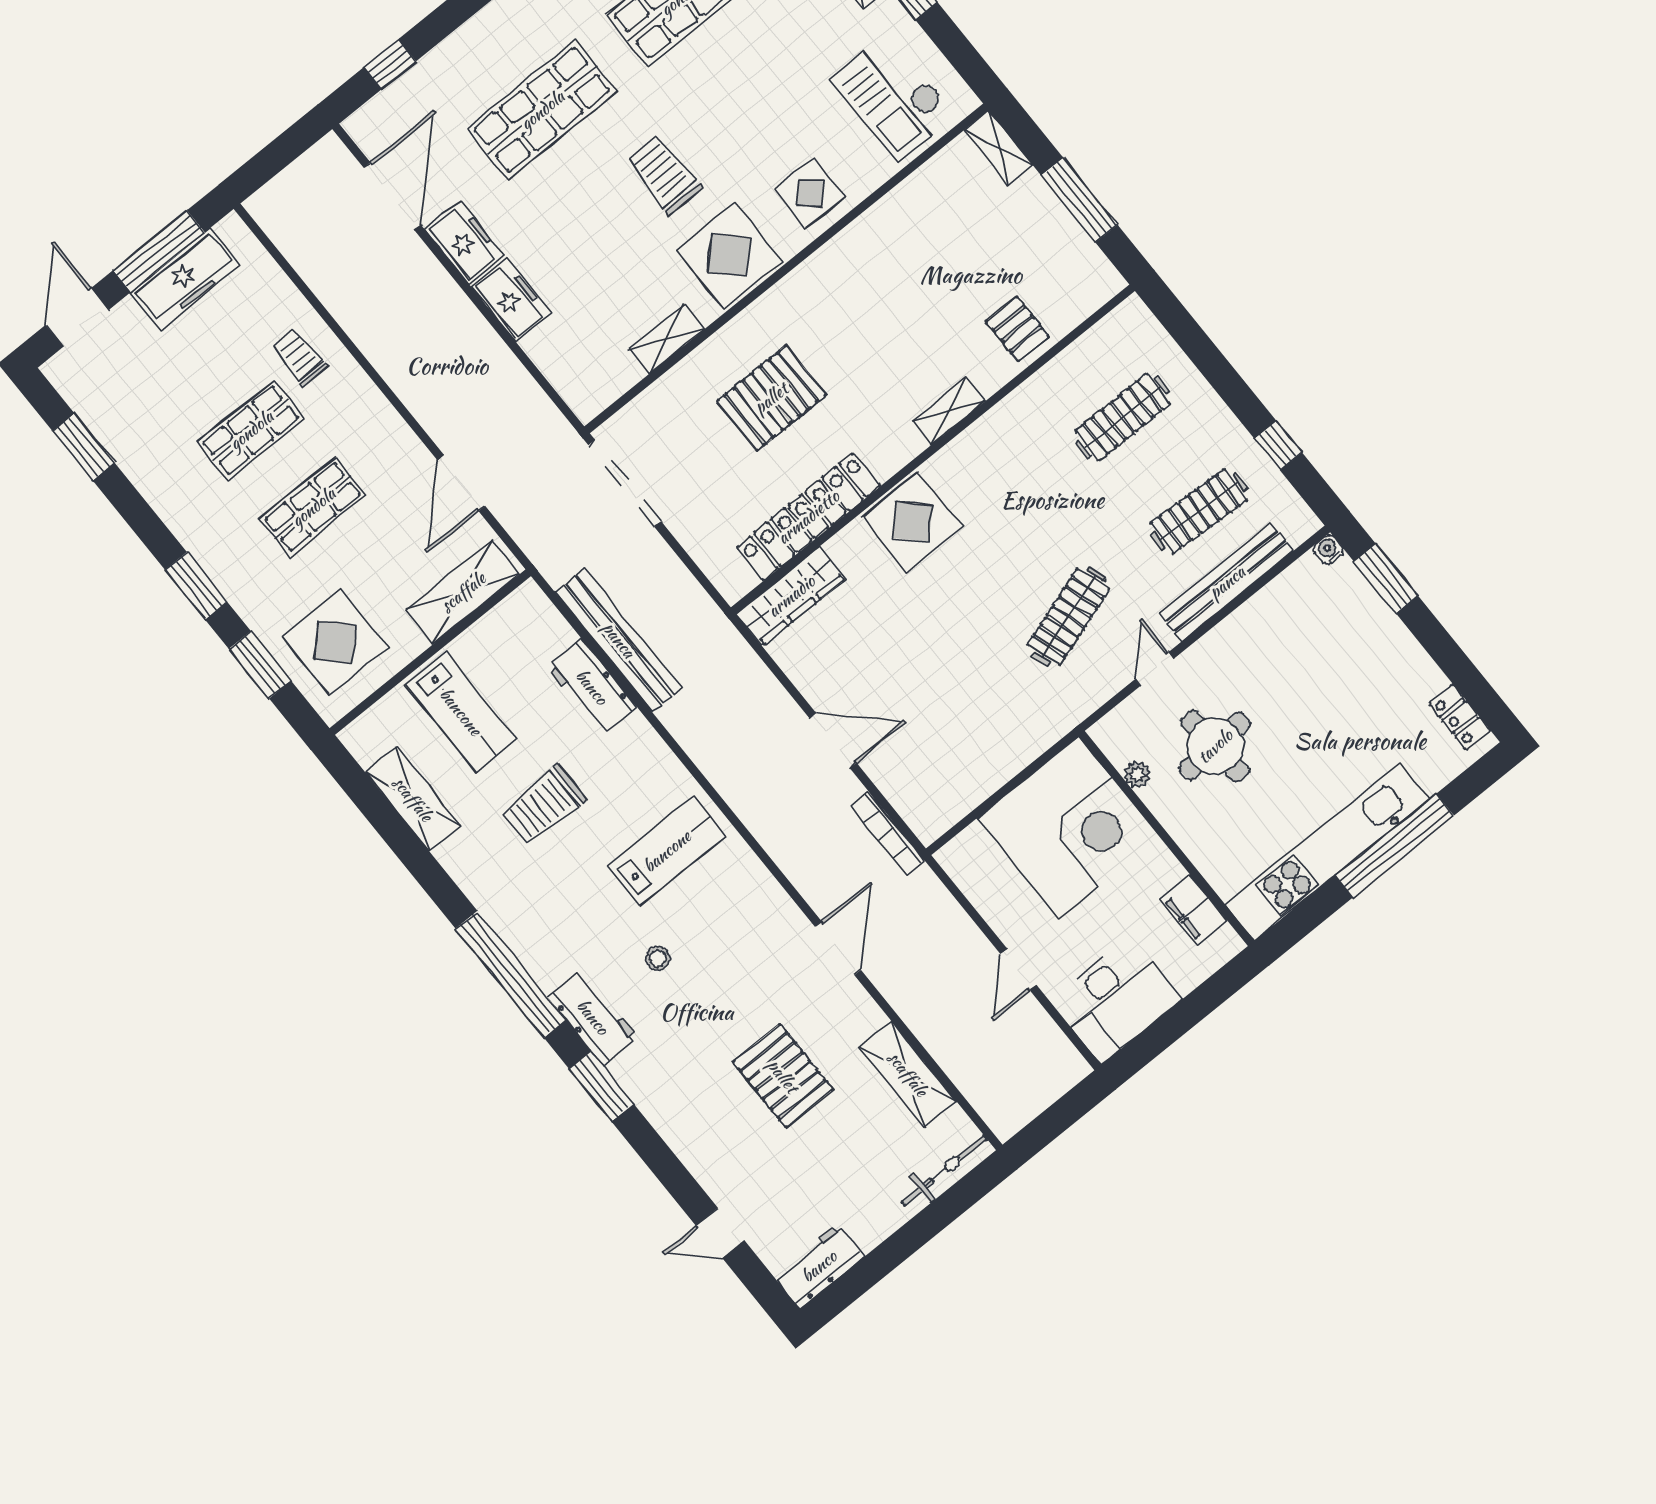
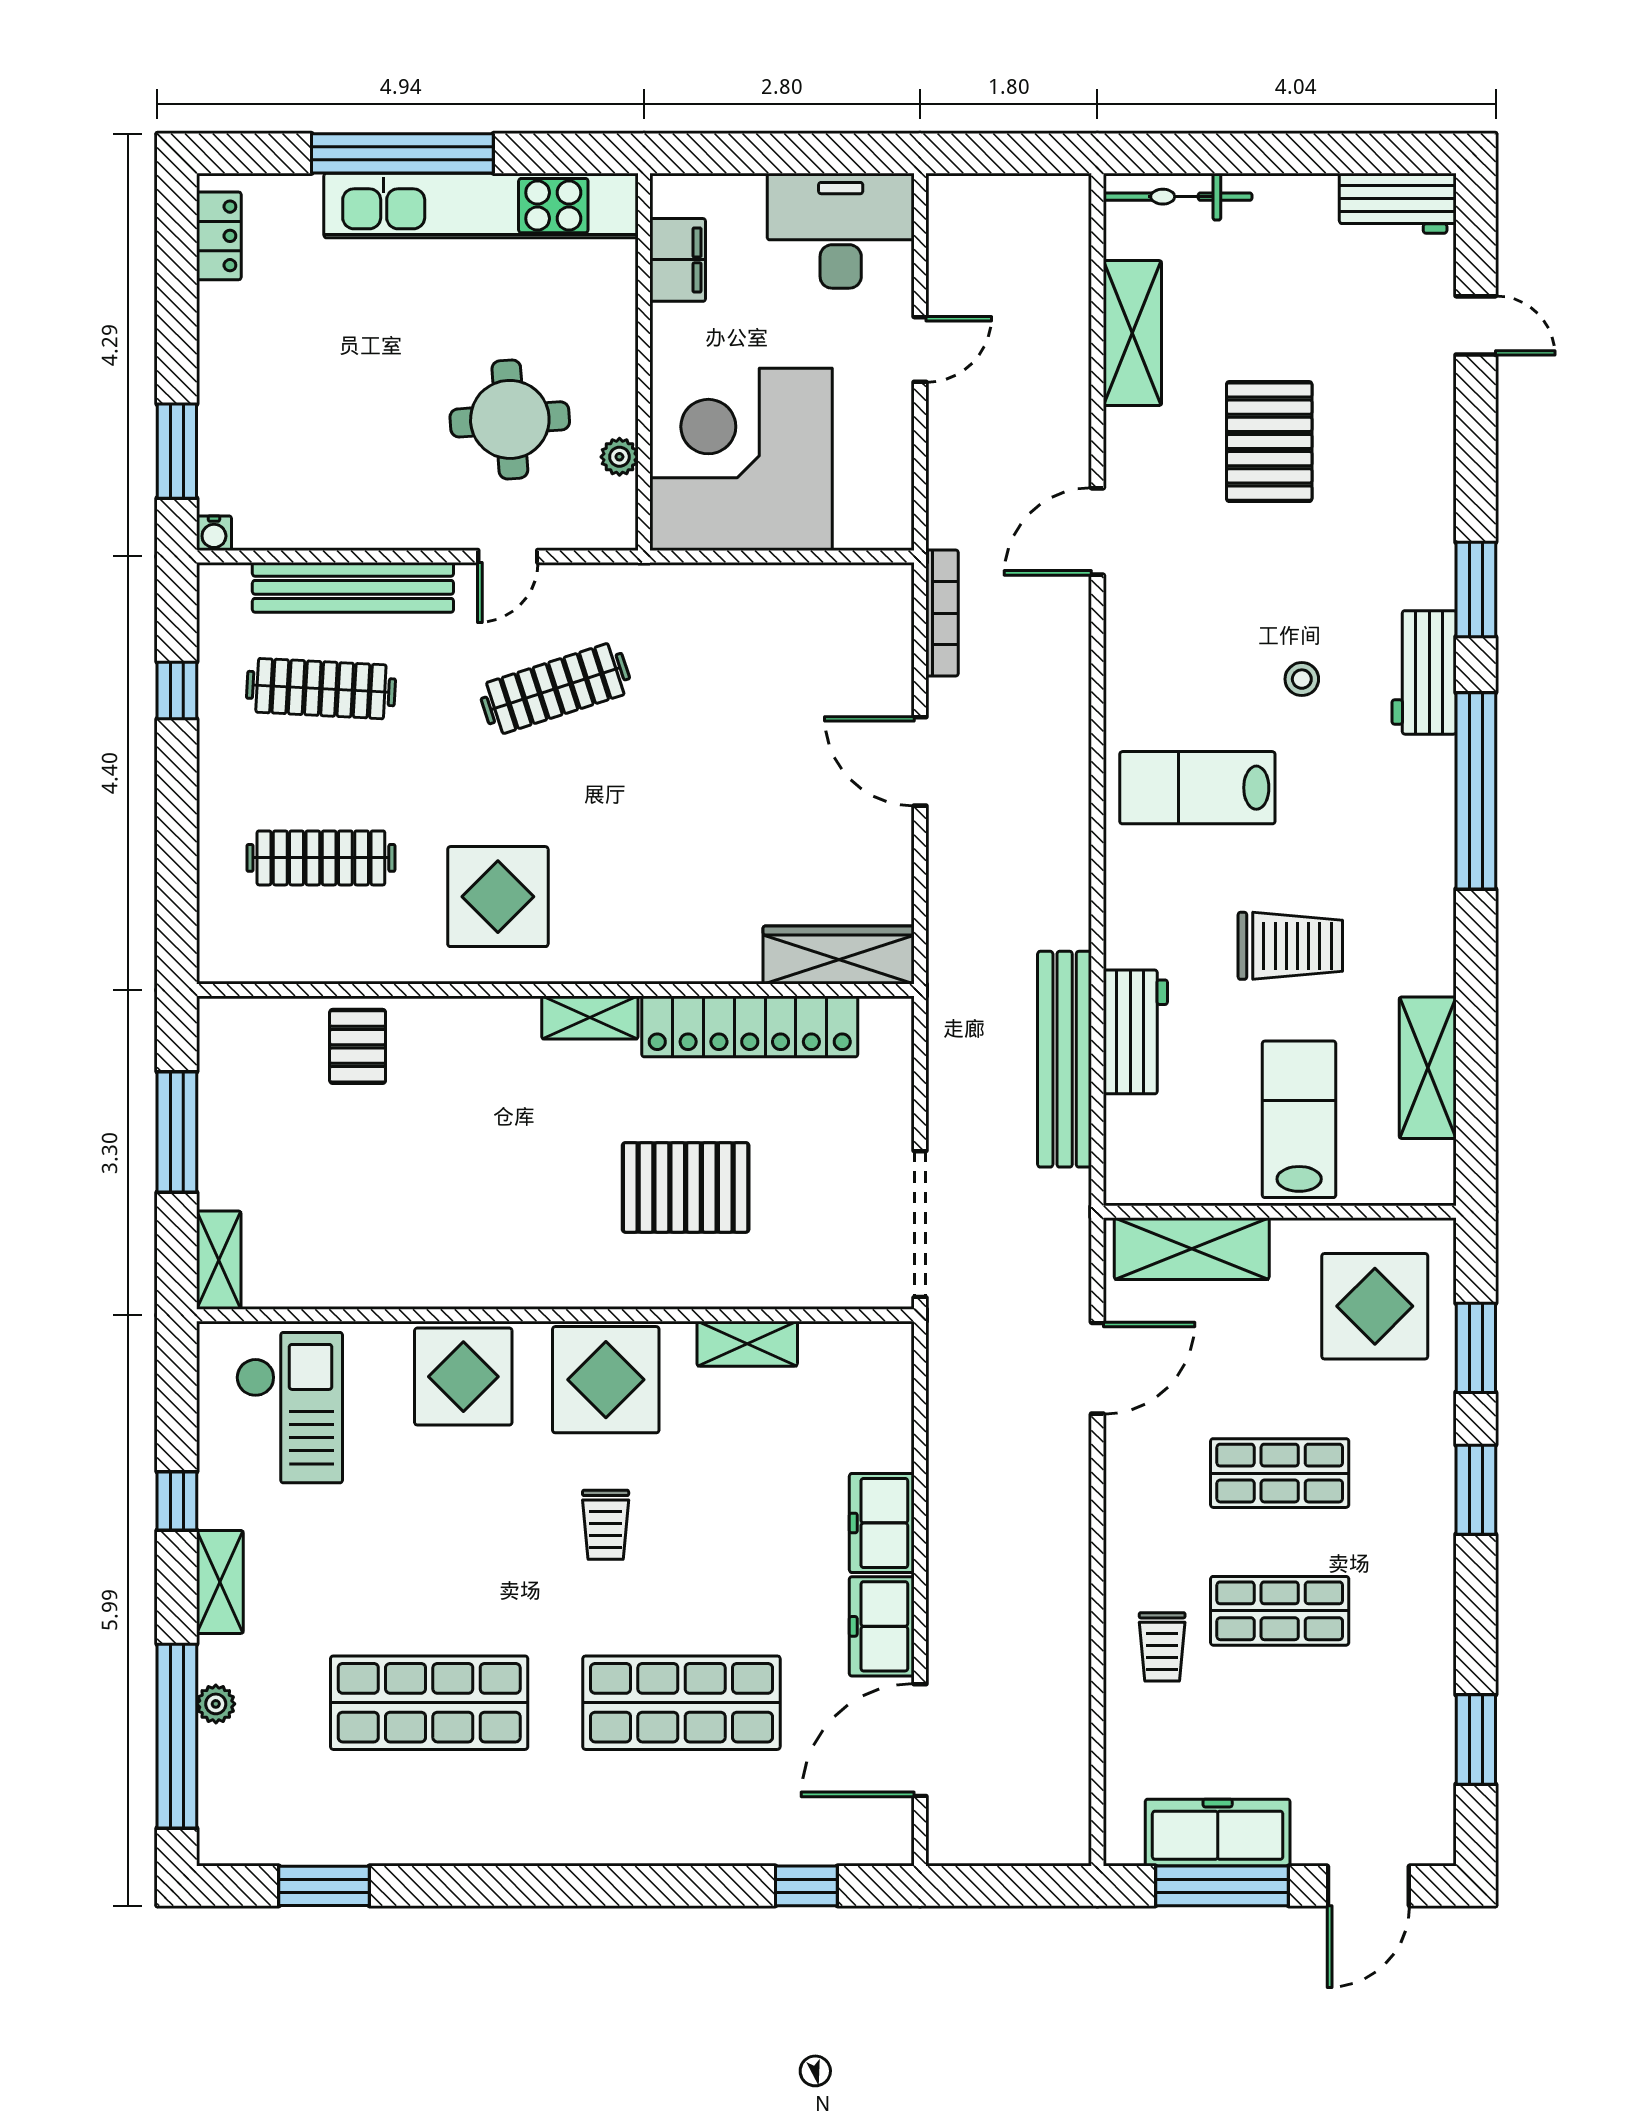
trolley: (664, 175) -> (606, 1525), width x0.73, depth x0.72
display table: (810, 193) -> (463, 1377), width x1.36, depth x1.36
shelving: (949, 411) -> (590, 1018), moved
display table: (912, 522) -> (498, 897), moved

